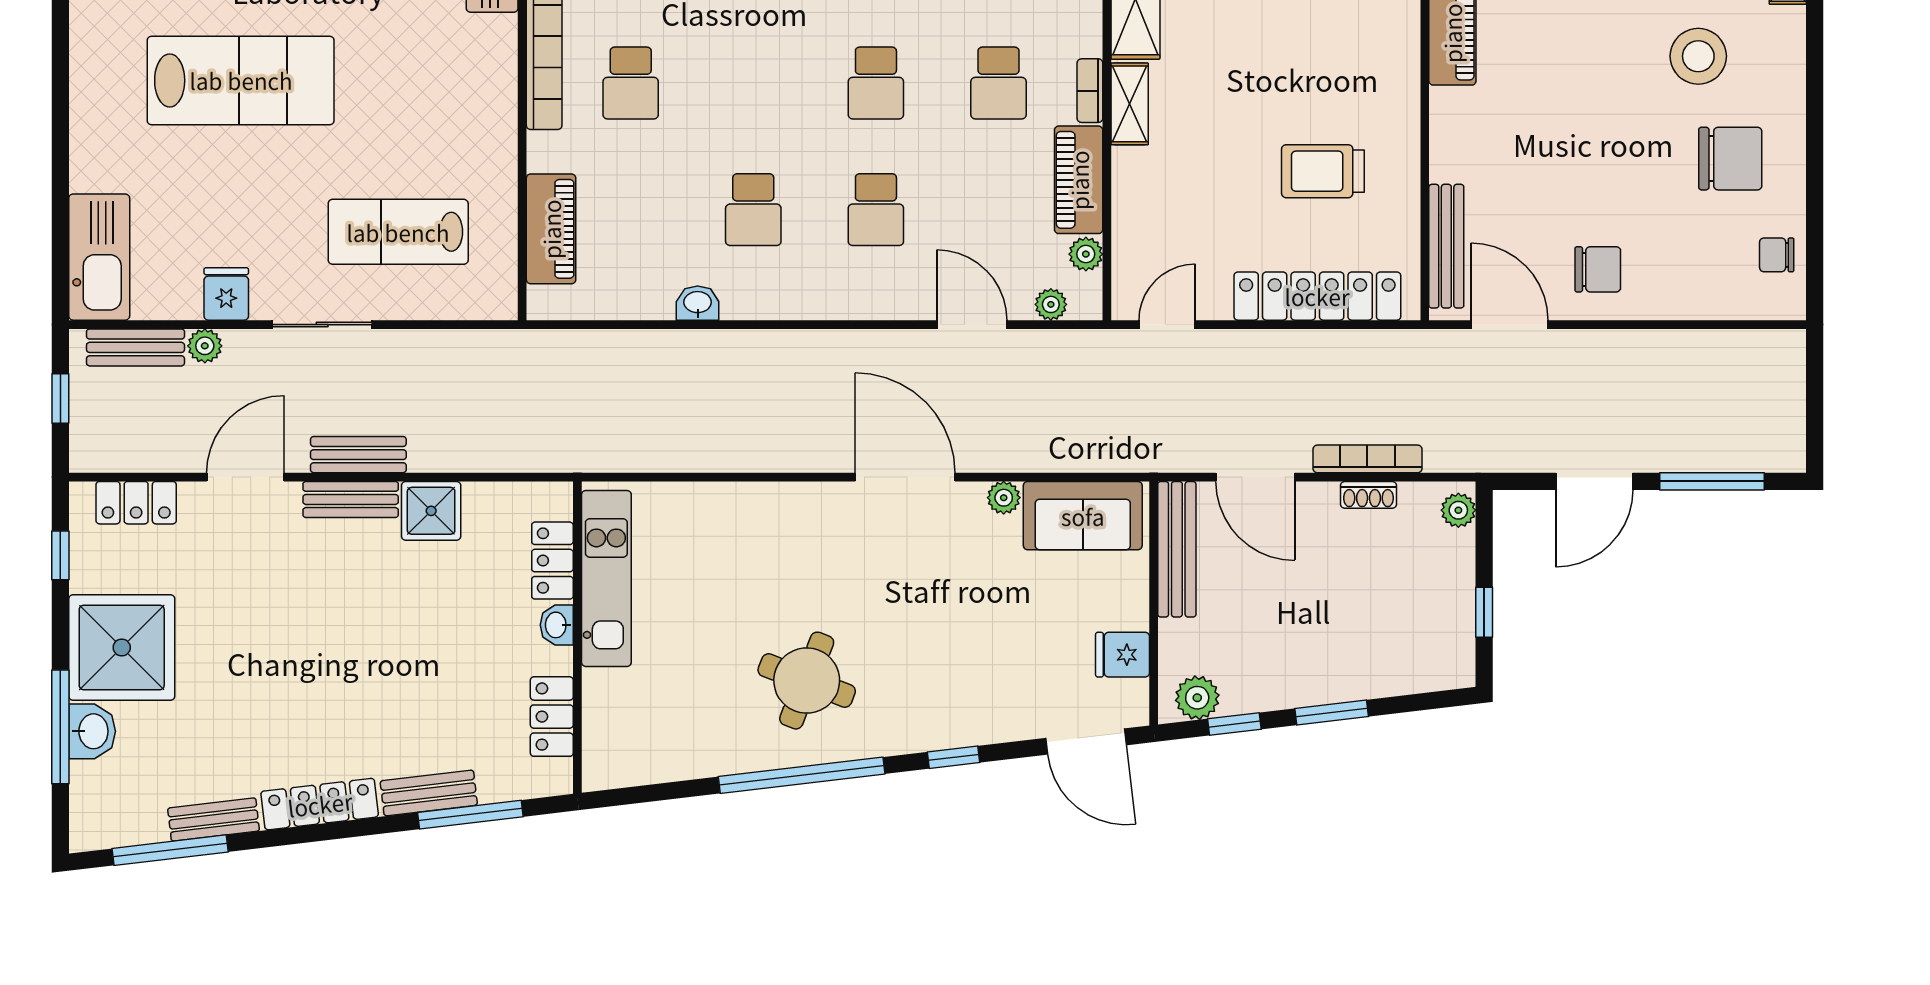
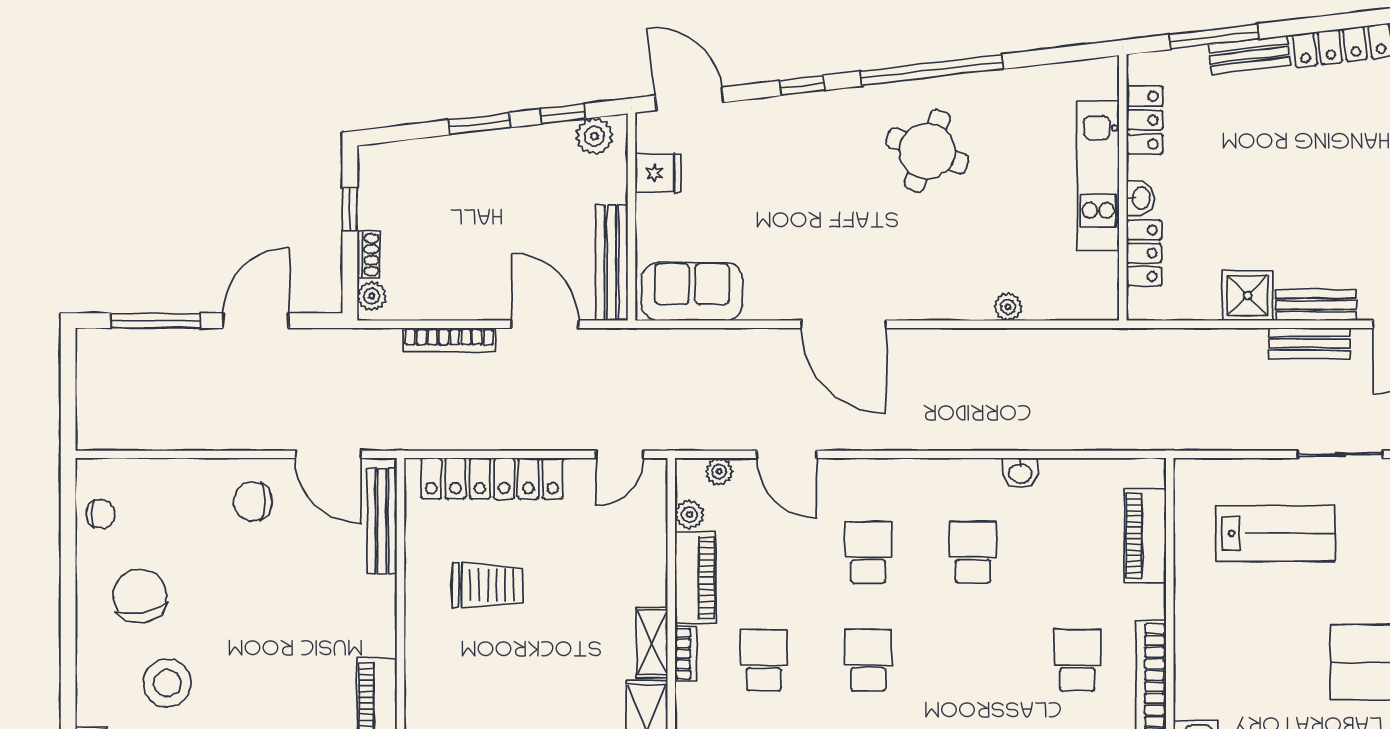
chair: (1730, 159) -> (140, 596), turned 81
shoe rack: (1368, 495) -> (369, 255), moved, turned 90
plant: (1004, 498) -> (1008, 307), moved
kitchen unit: (606, 578) -> (1098, 176), moved

